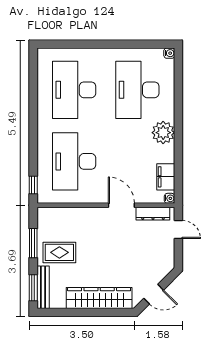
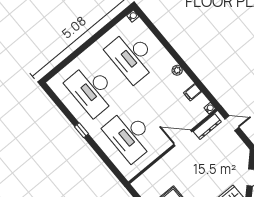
plant: (163, 133) -> (177, 70), width x0.53, depth x0.53
filing cabinet: (166, 177) -> (192, 92), width x0.50
window: (33, 185) -> (82, 130), moved

